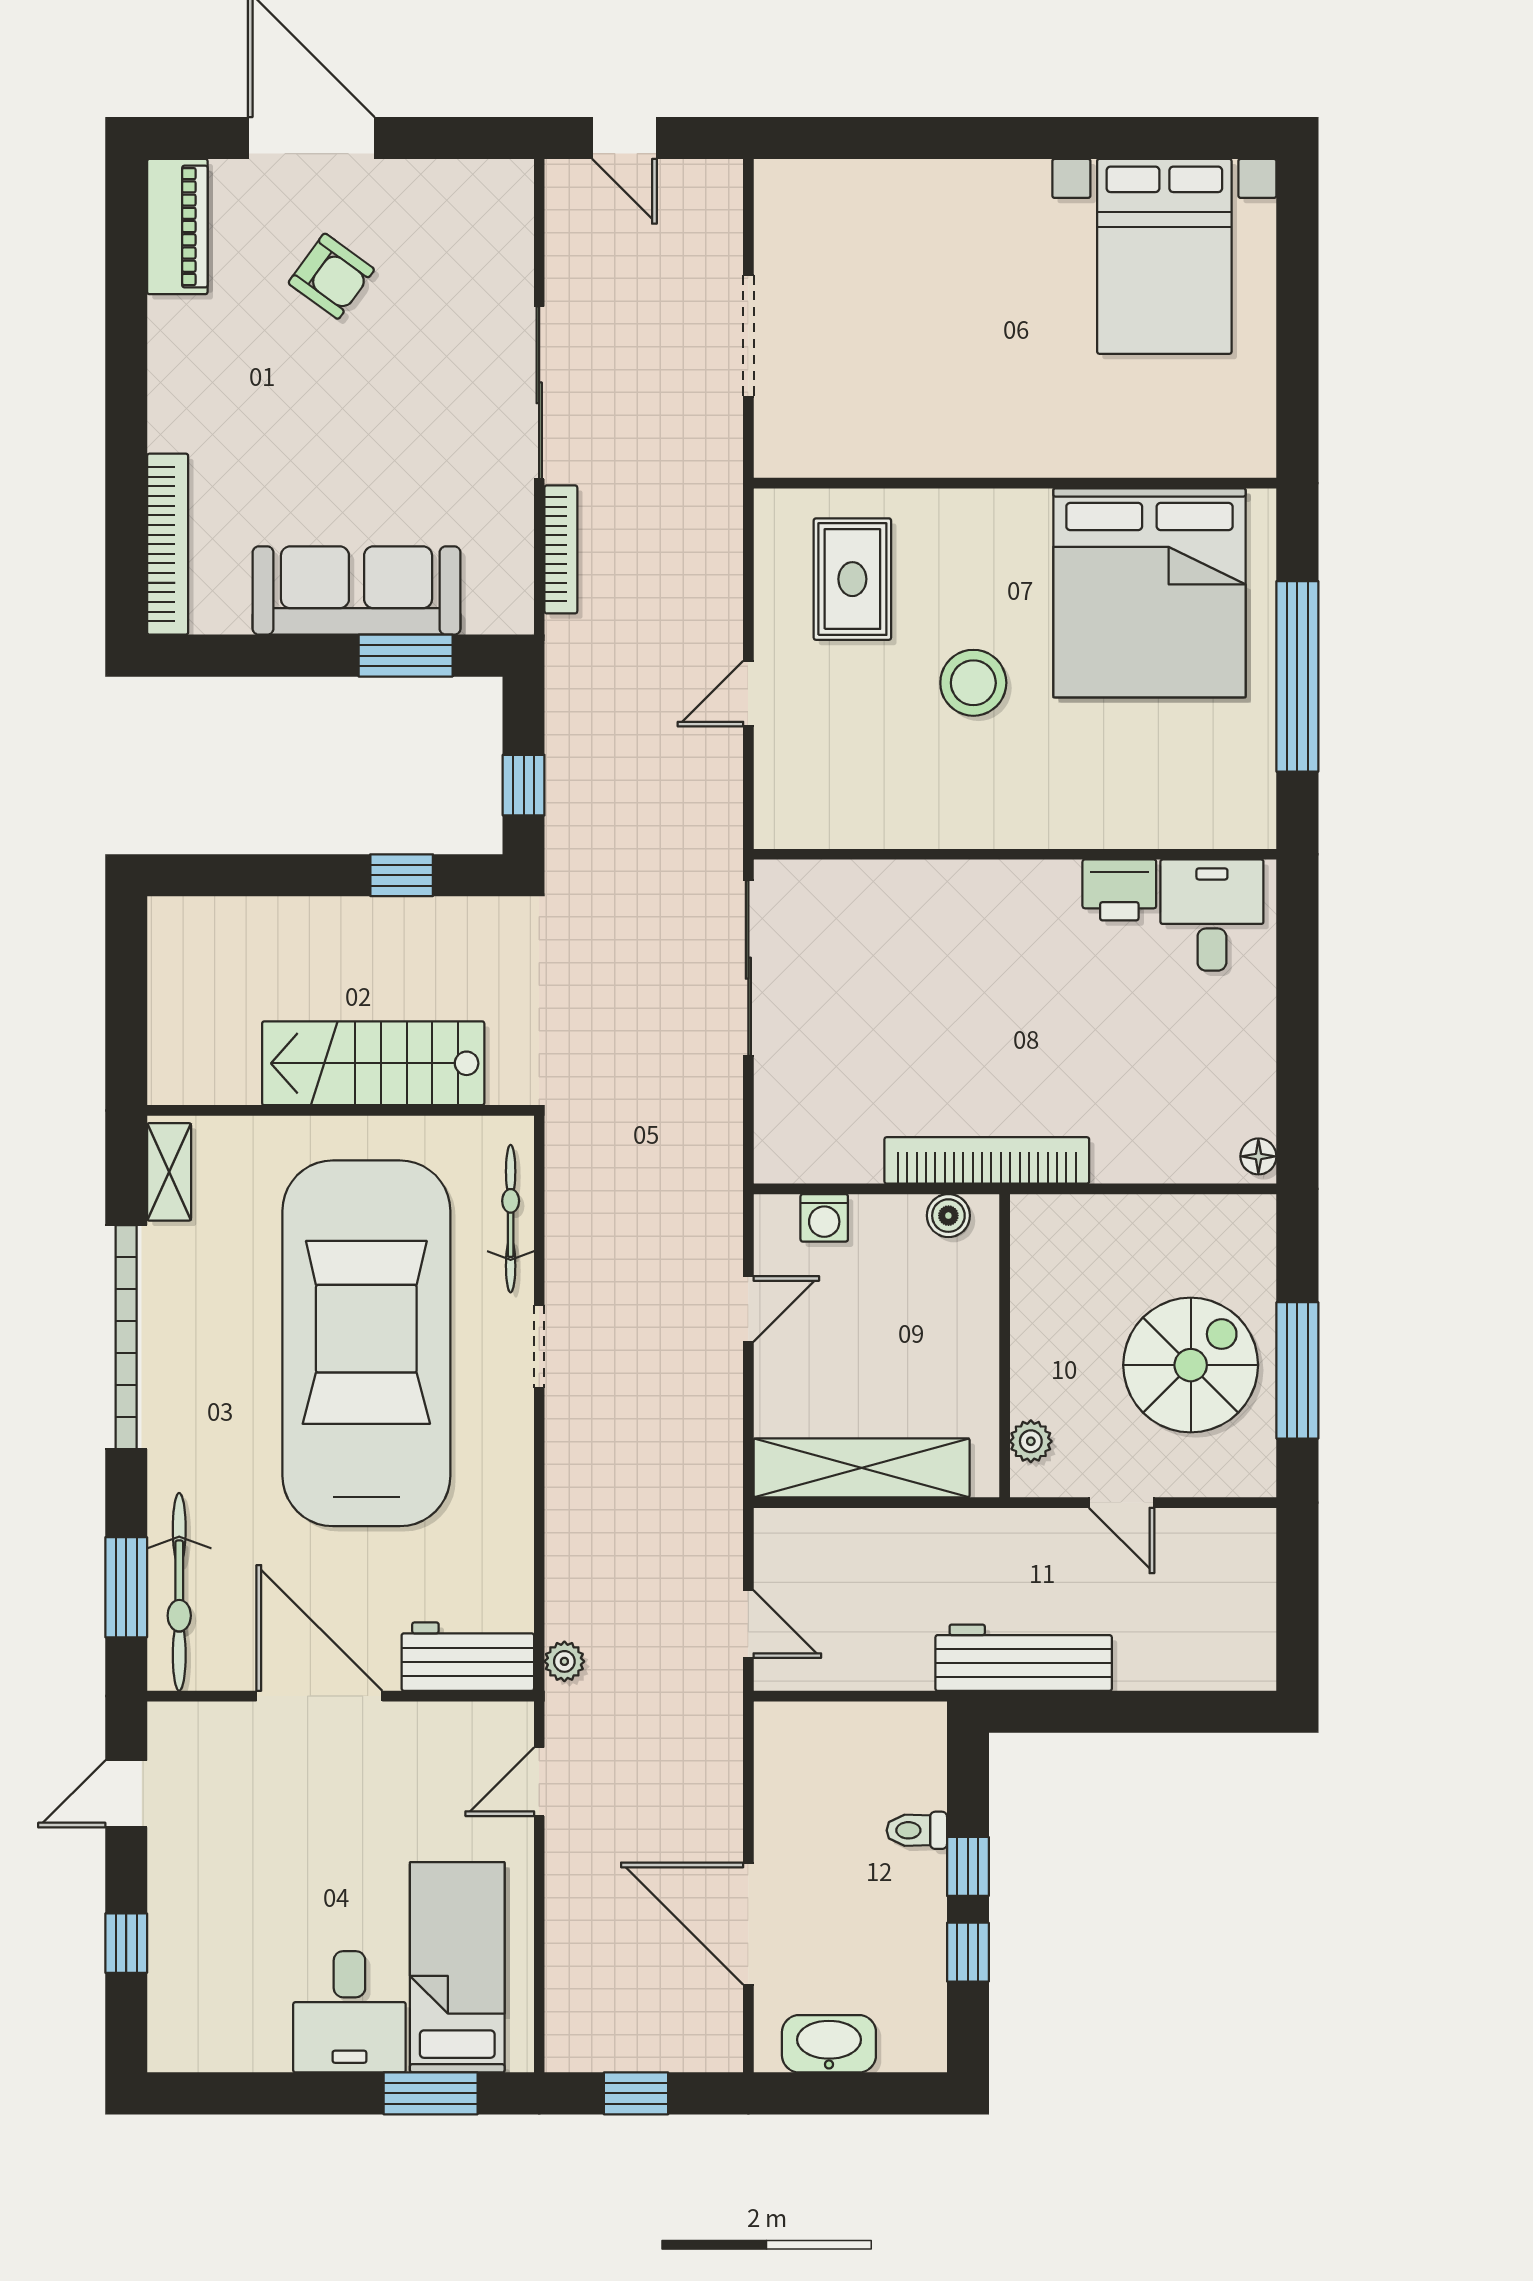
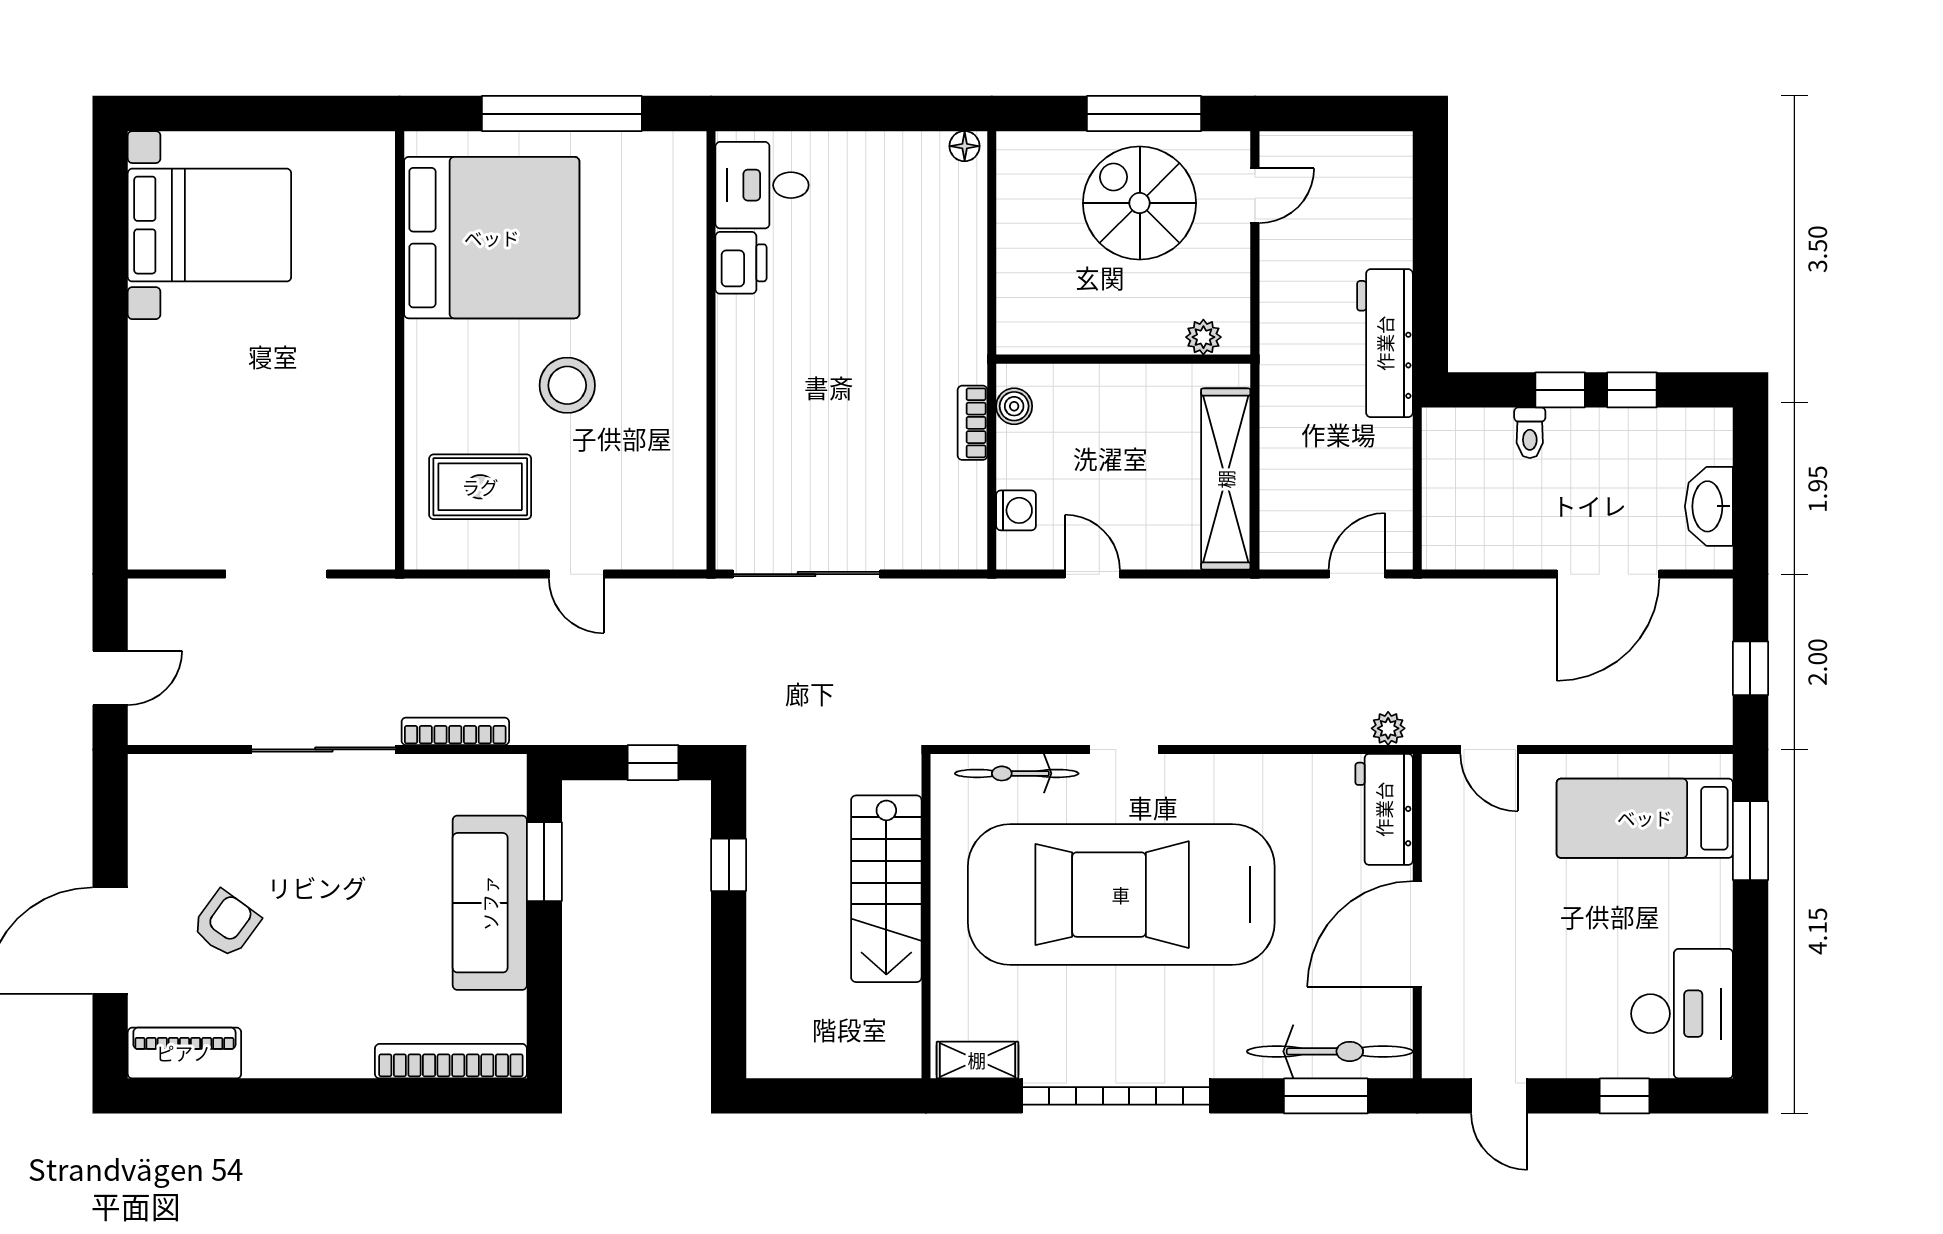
bookcase: (987, 1160) -> (972, 423), width x0.43, depth x0.76
door: (1122, 1503) -> (1255, 196), moved
desk: (349, 2012) -> (1682, 1014), moved, width x1.37

